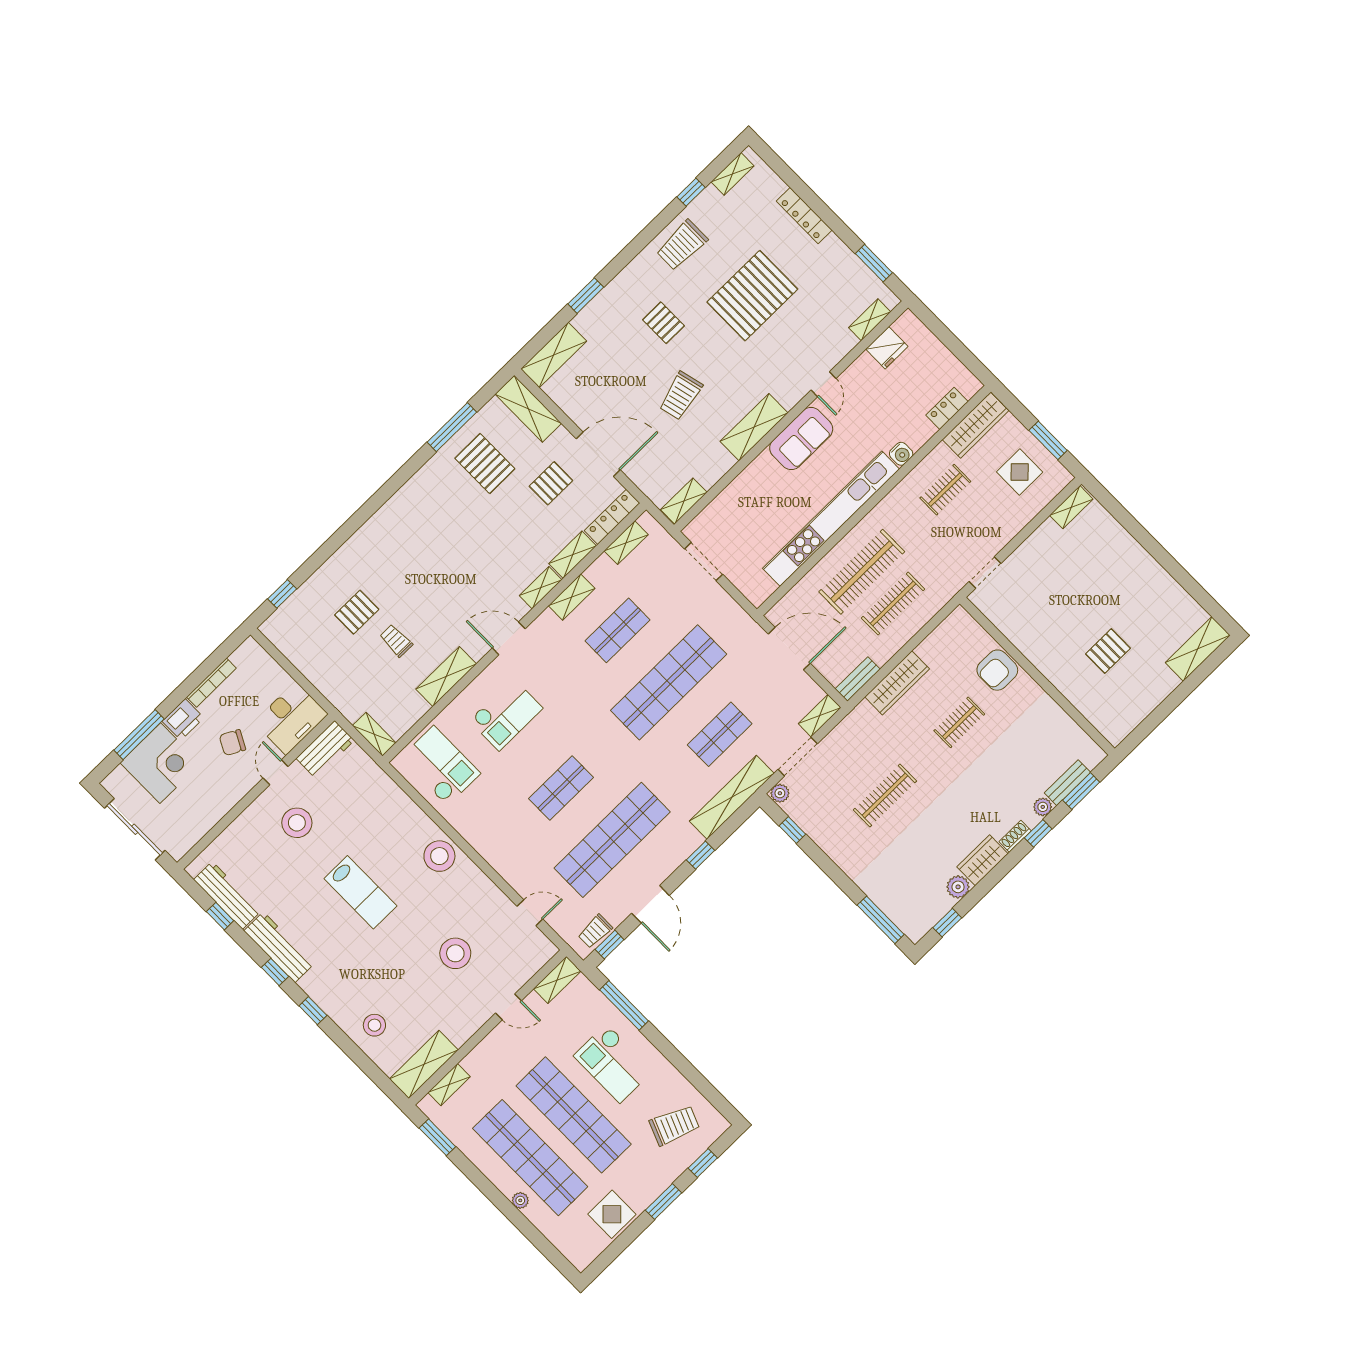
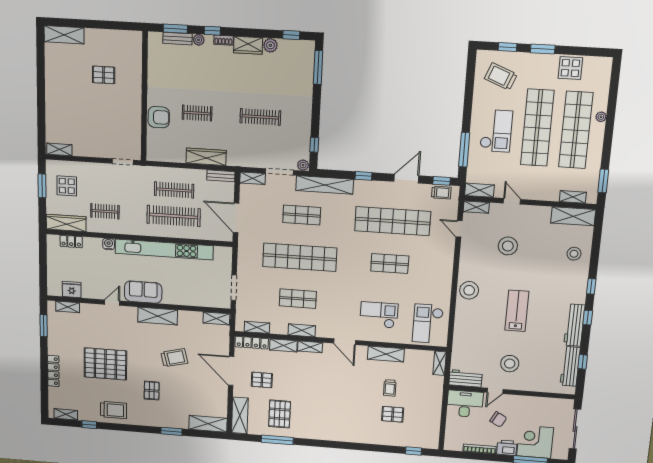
shelving: (539, 958) -> (476, 207), added

